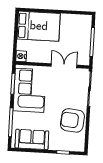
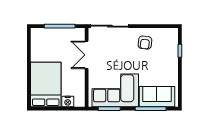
nightstand: (21, 56) -> (68, 101), moved
armchair: (72, 120) -> (145, 43), width x0.53, depth x0.53
sofa: (32, 139) -> (157, 97), moved, turned 90

